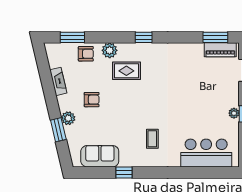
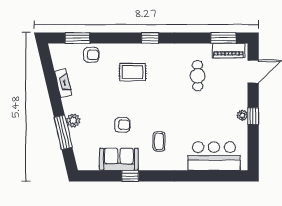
plant: (110, 50) -> (115, 51), removed
cafe table: (190, 74) -> (198, 76), added
armchair: (92, 100) -> (122, 125), moved
window: (58, 130) -> (63, 132), width x1.44
sofa: (100, 156) -> (119, 159), moved

